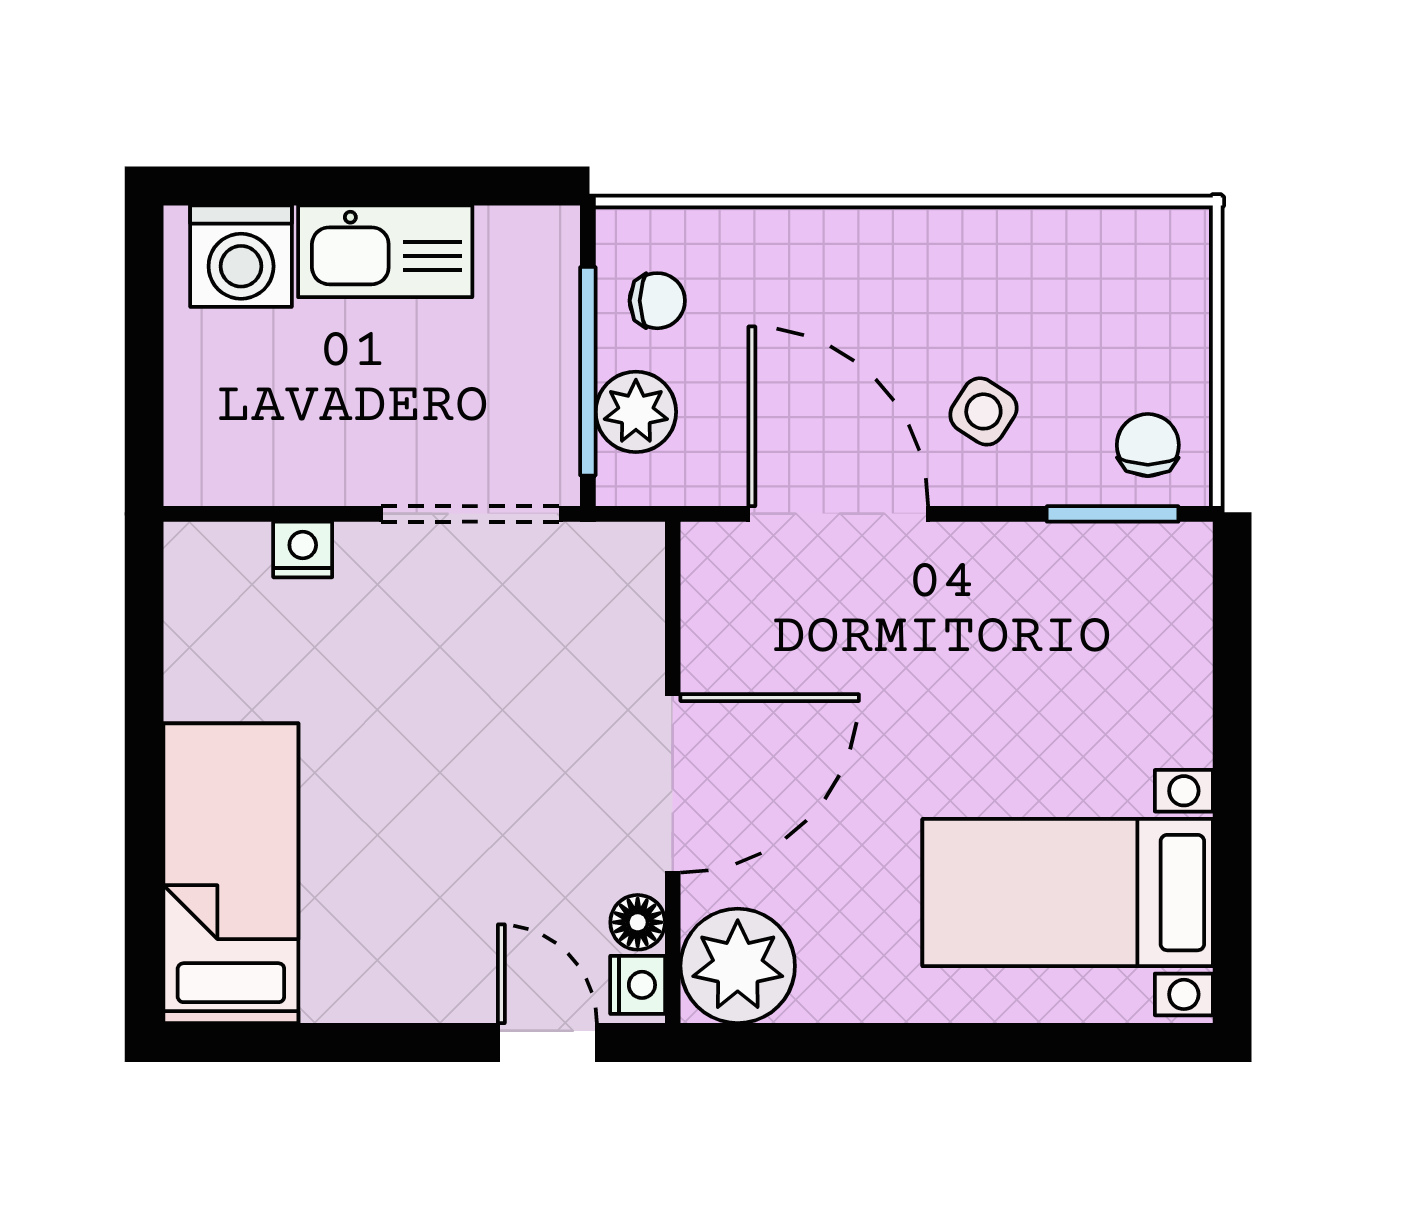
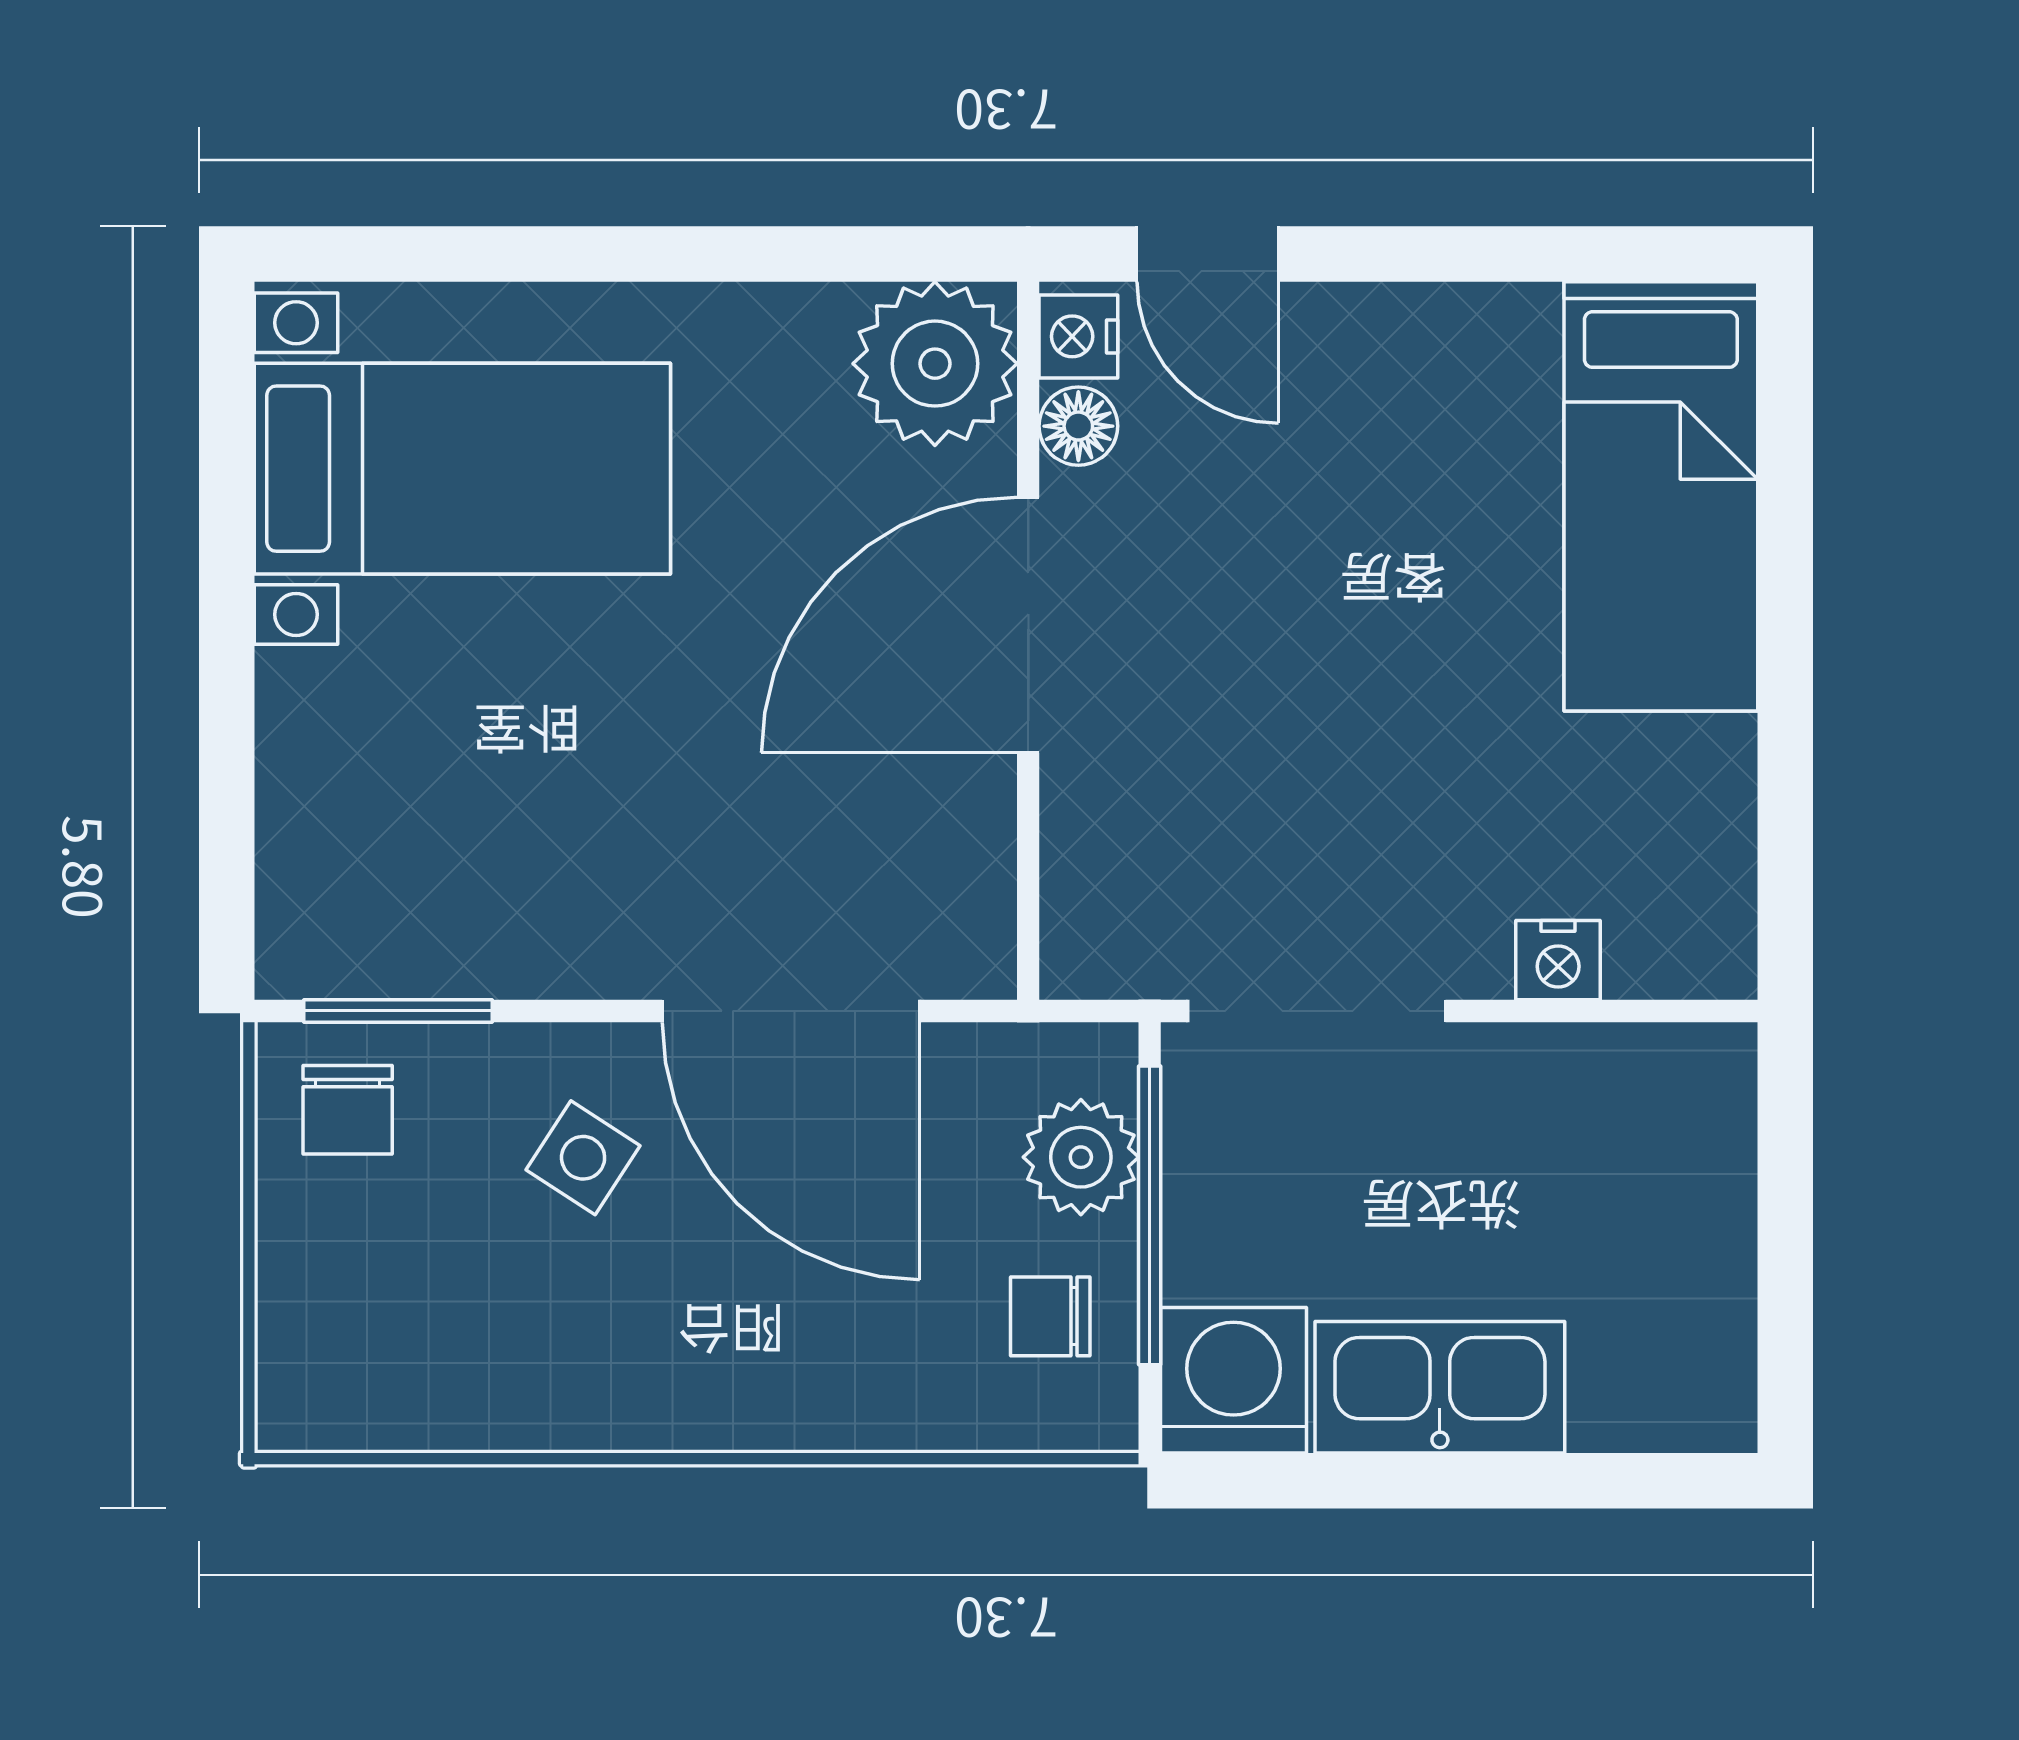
washing machine: (241, 256) -> (1233, 1380), moved

